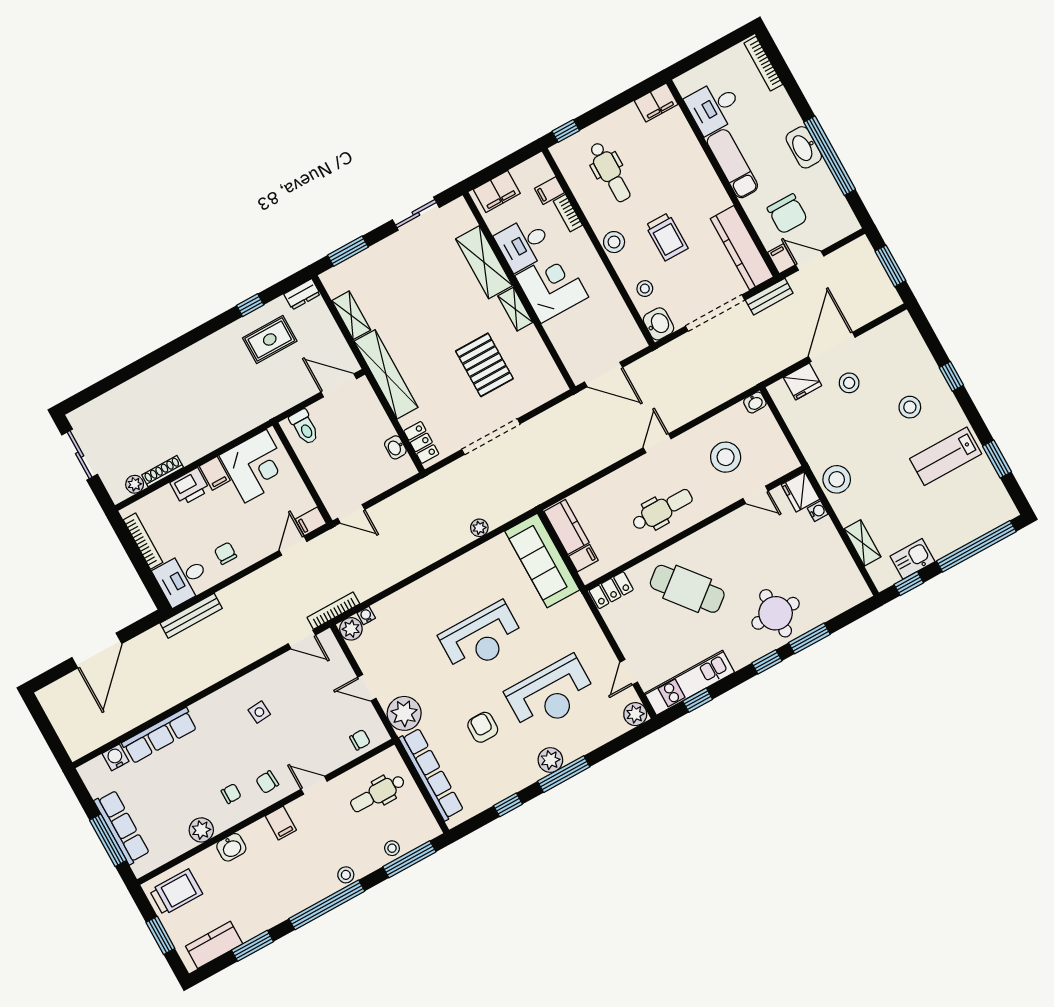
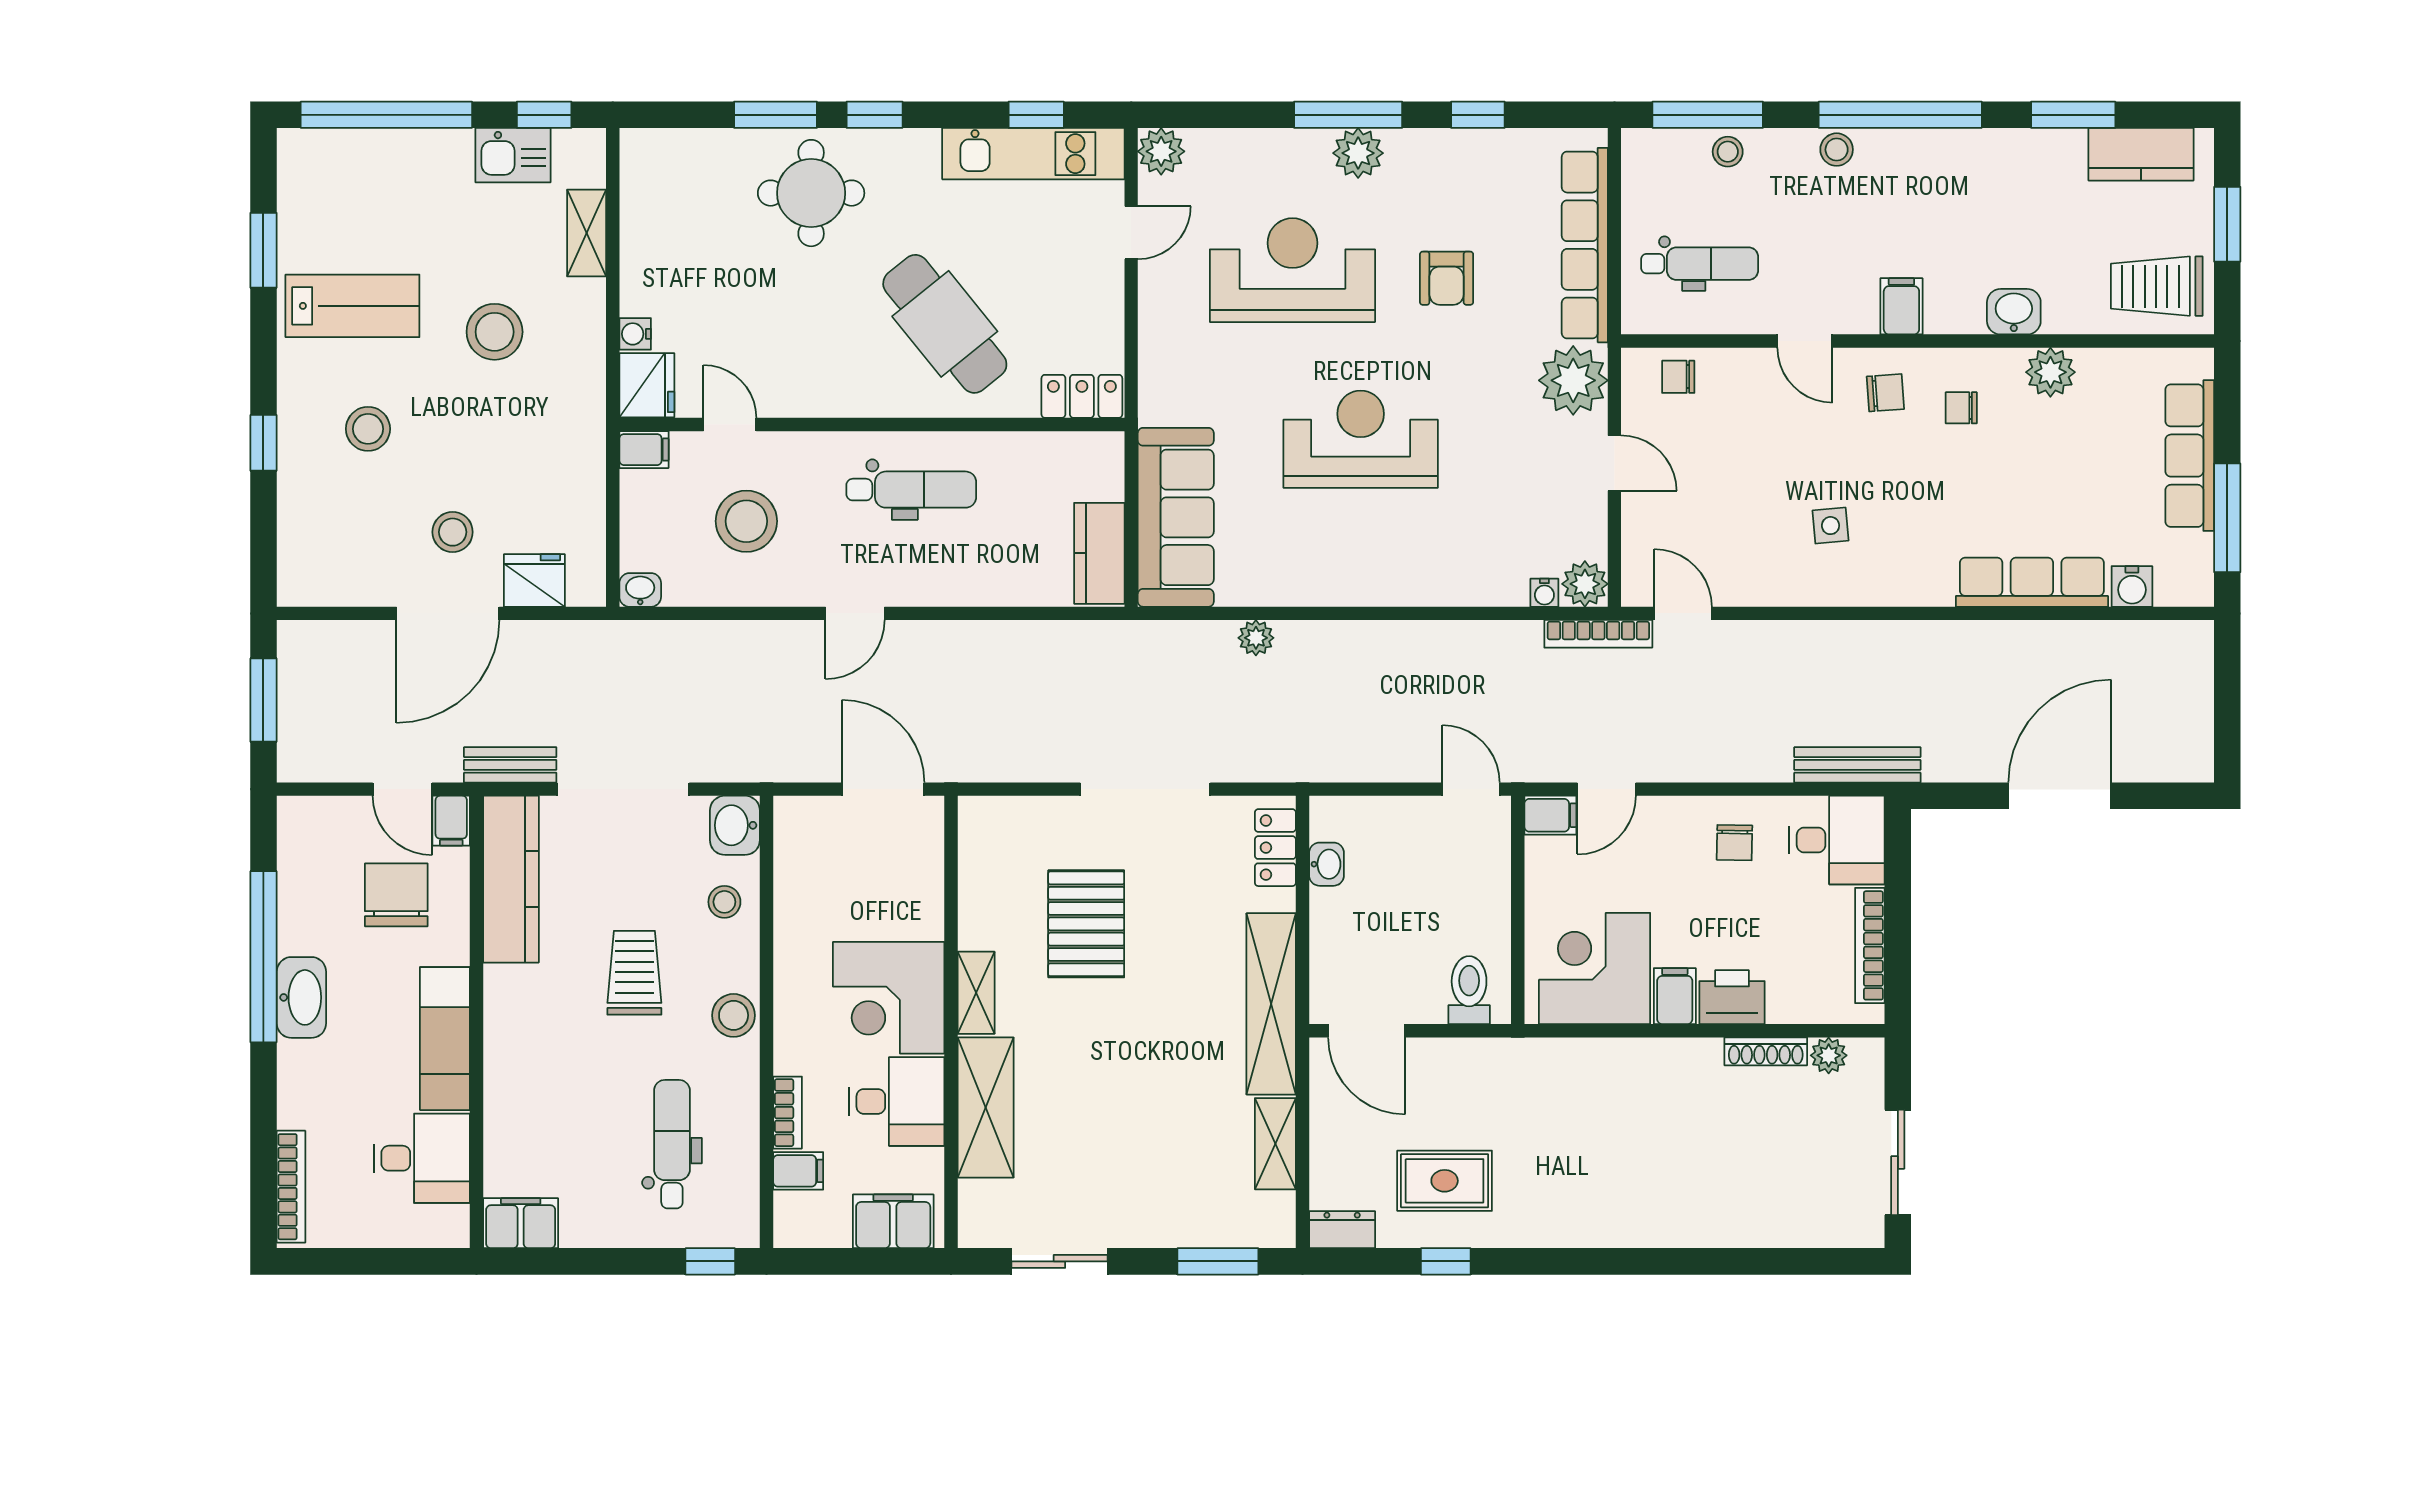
stool: (837, 479) -> (495, 332), moved
dental chair: (662, 510) -> (911, 490), turned 180
filing cabinet: (583, 558) -> (644, 450), moved, turned 180
window: (108, 840) -> (2227, 518), moved

